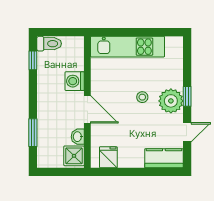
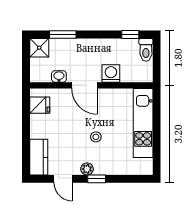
plant: (171, 101) -> (87, 169), width x0.53, depth x0.53
door: (87, 109) -> (85, 85), hinge flipped
shower: (74, 156) -> (39, 48), moved

